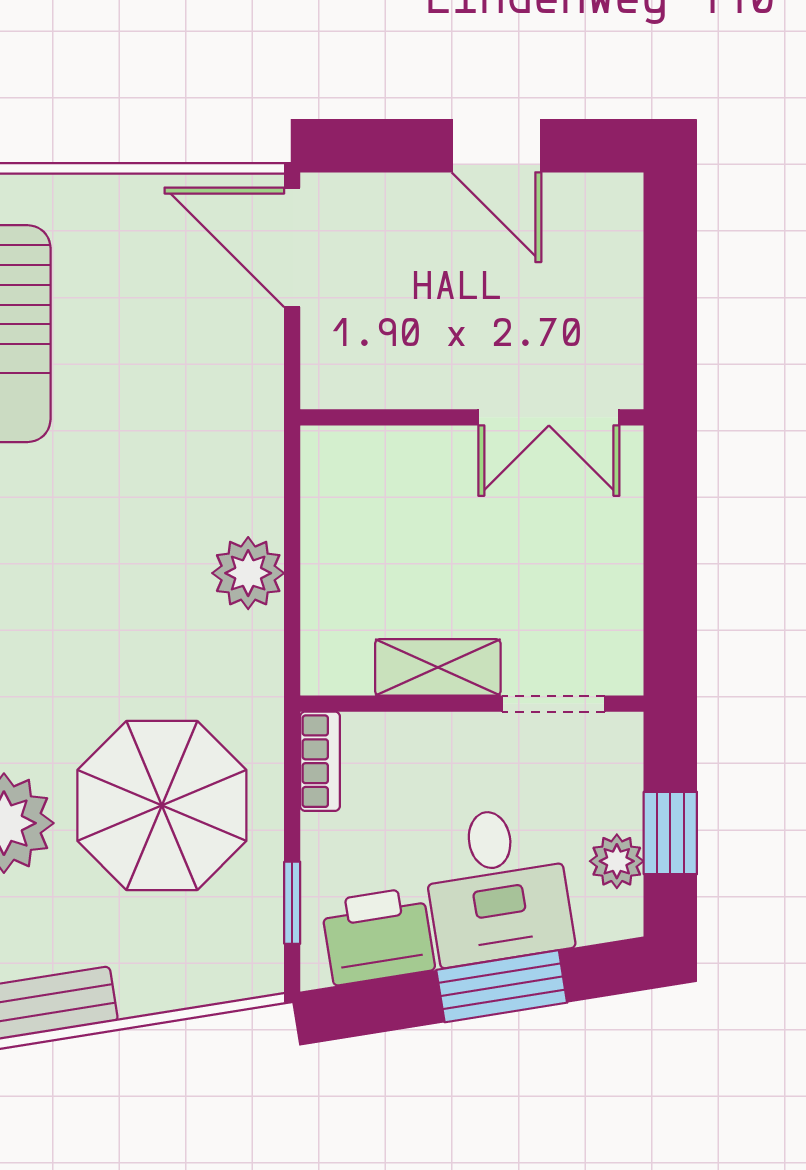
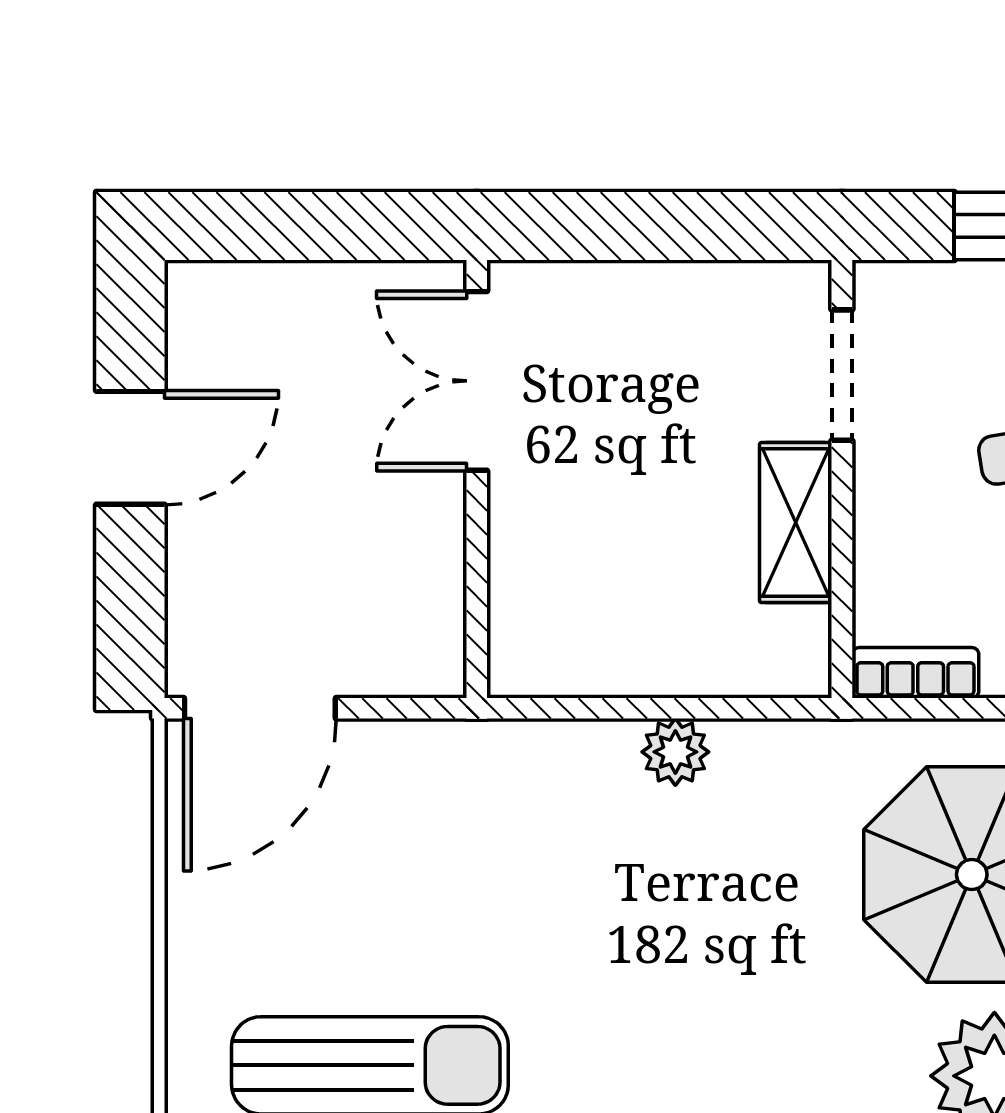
double door: (549, 417) -> (477, 381), swing flipped
plant: (248, 573) -> (675, 752), width x0.73, depth x0.73

